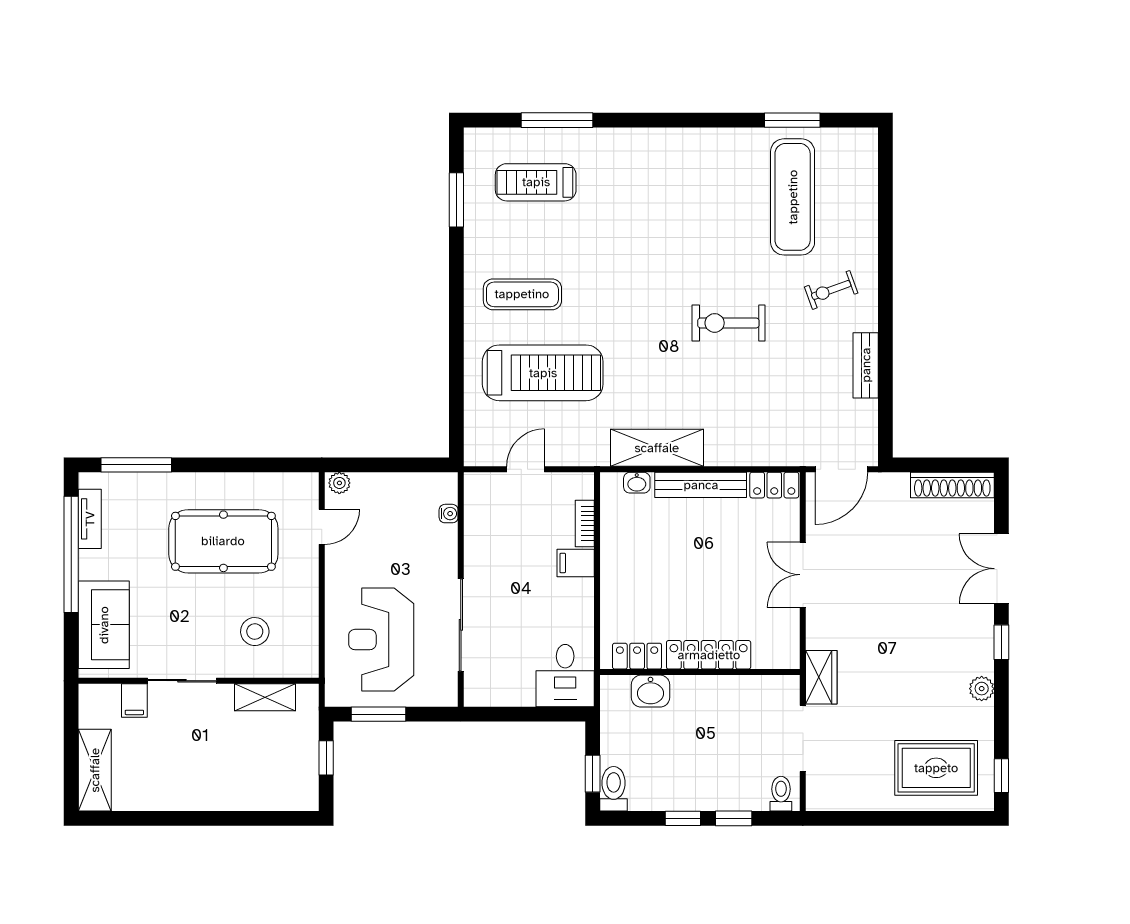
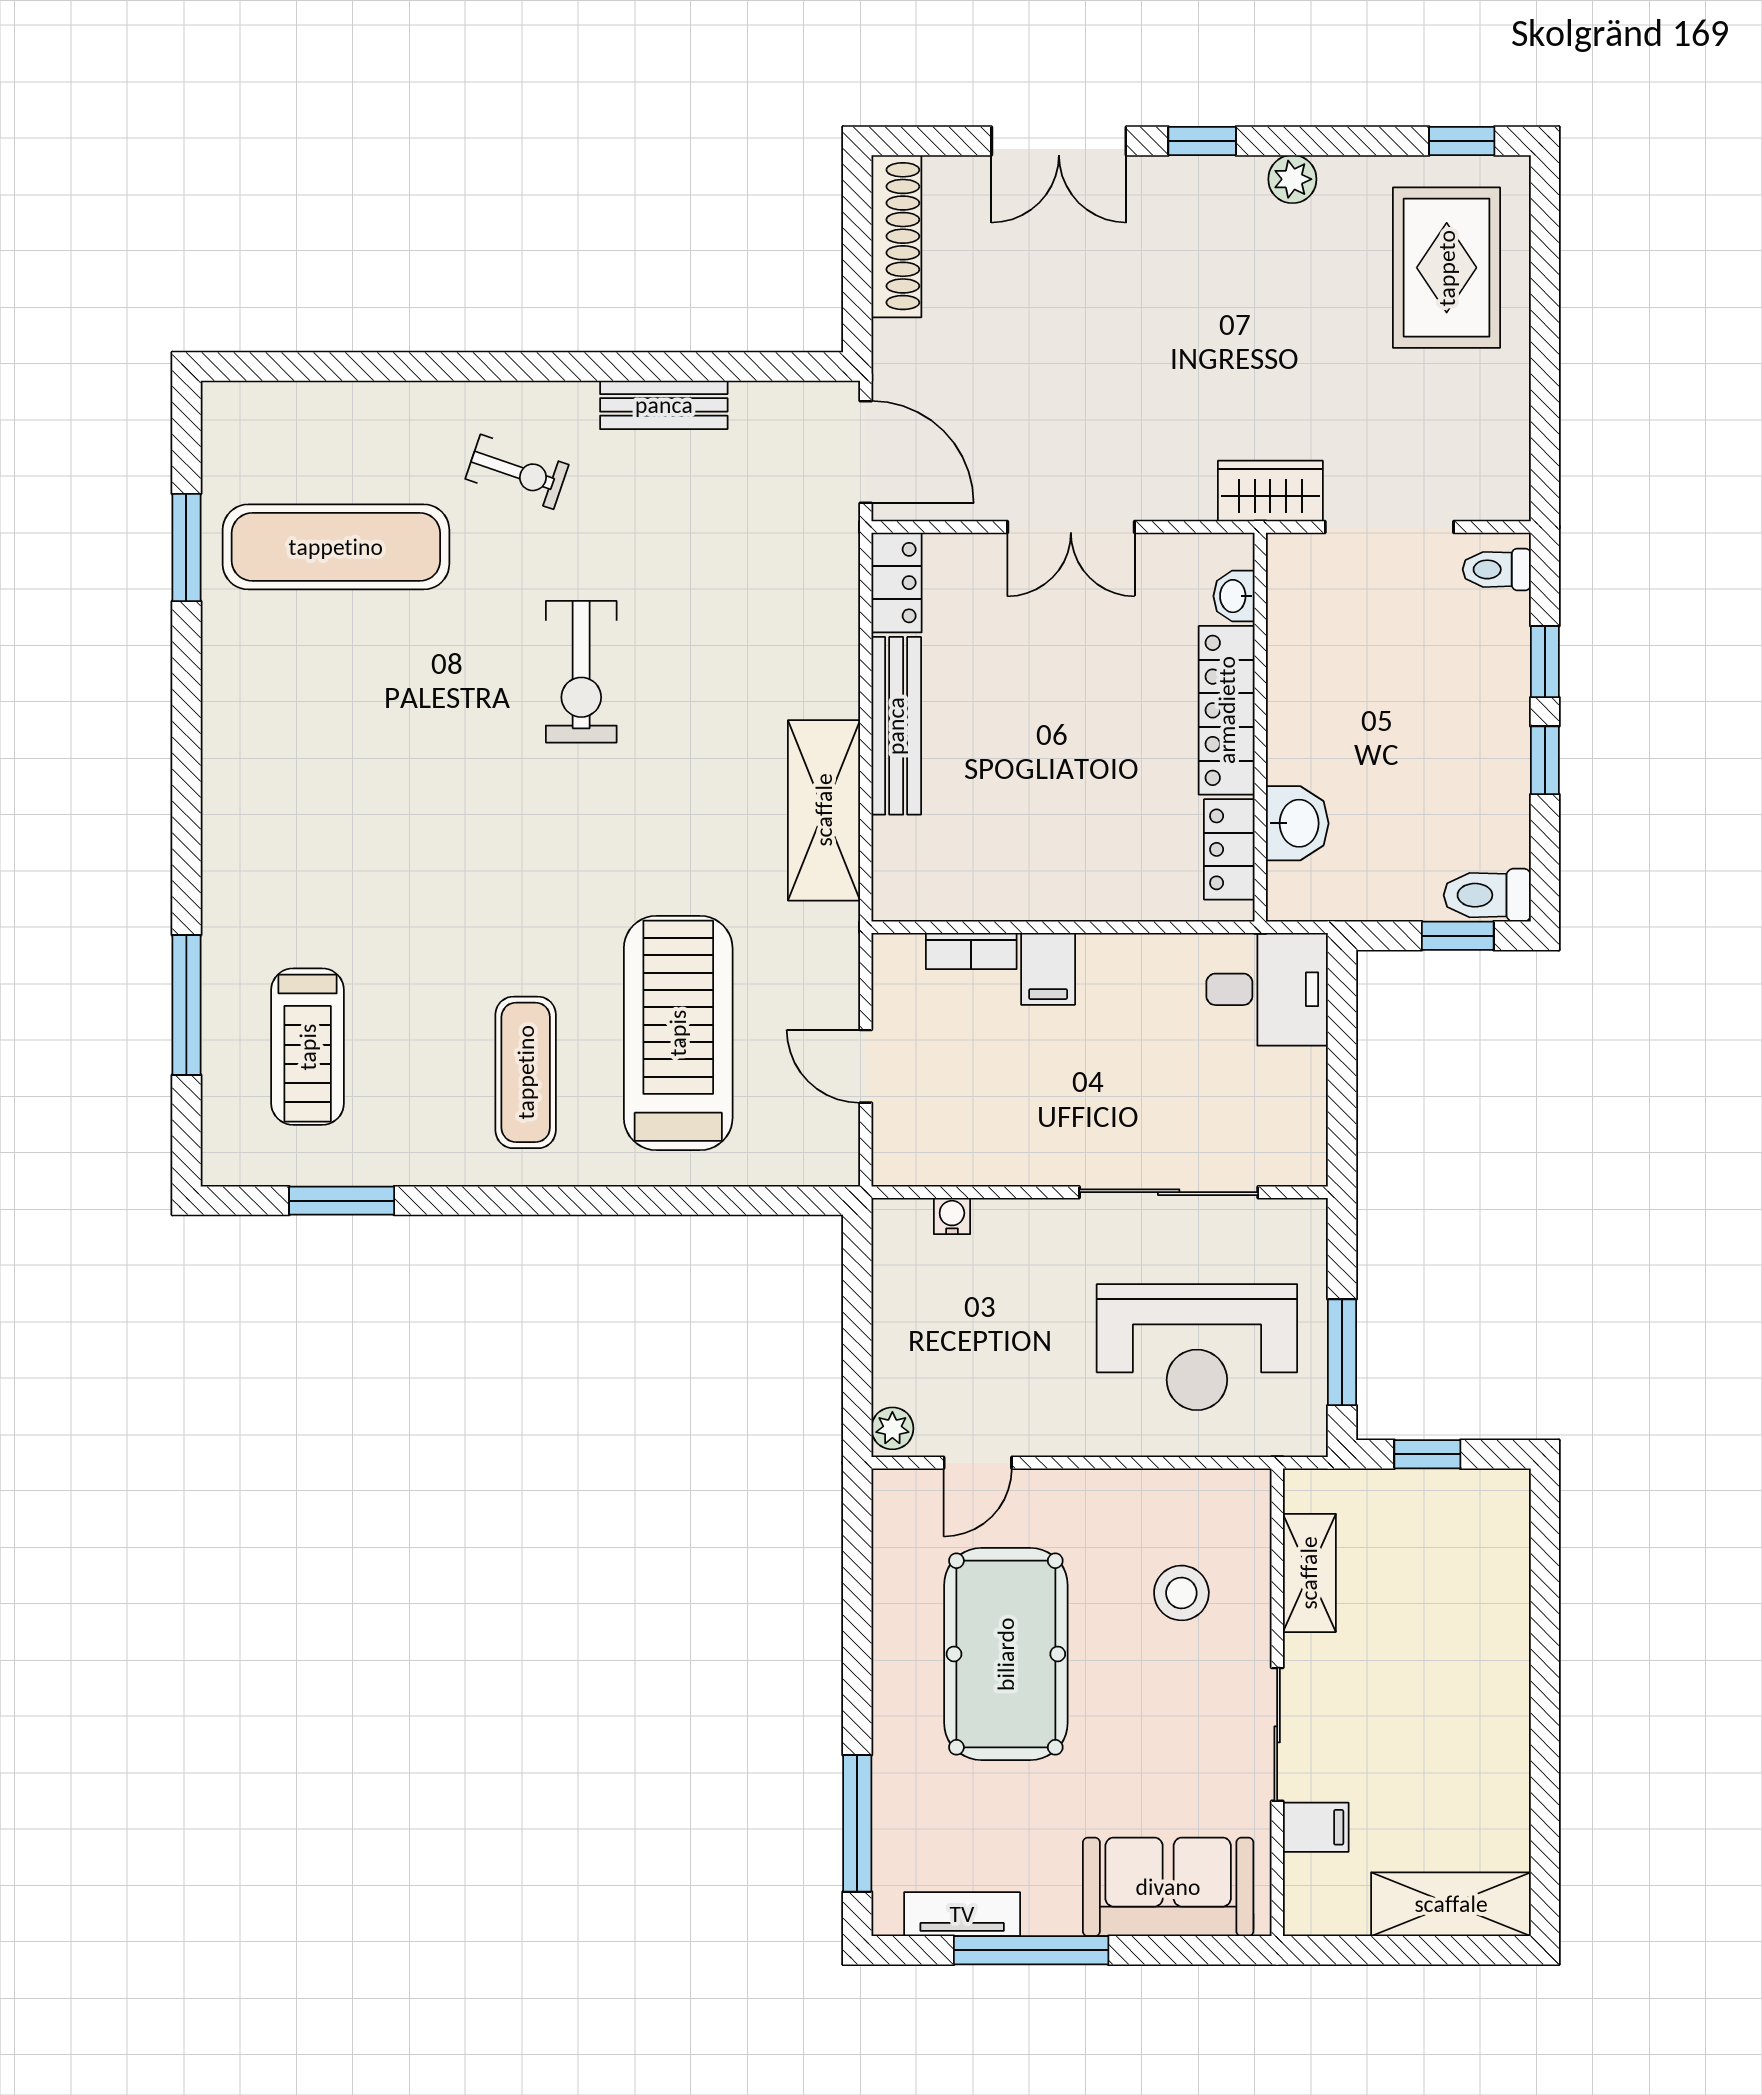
exercise bike: (831, 290) -> (517, 472), turned -51
washbasin: (637, 483) -> (1234, 596), moved, turned 180
door: (322, 527) -> (978, 1463), swing flipped
window: (71, 554) -> (1031, 1950), width x0.68

